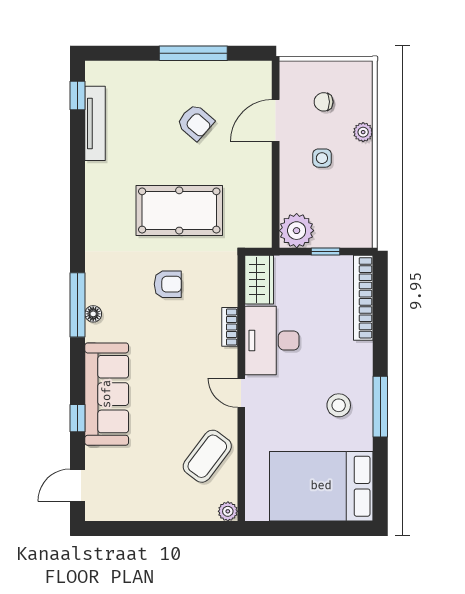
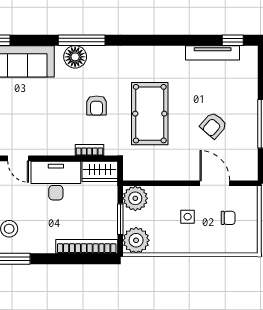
chair: (324, 102) -> (228, 218), turned 90
plant: (363, 132) -> (136, 240), moved, width x1.88, depth x1.88
window: (326, 251) -> (120, 219), width x1.50
floor lamp: (93, 314) -> (75, 57), width x1.89, depth x1.89
bookcase: (230, 327) -> (89, 150), moved
door: (241, 393) -> (18, 158), swing flipped

